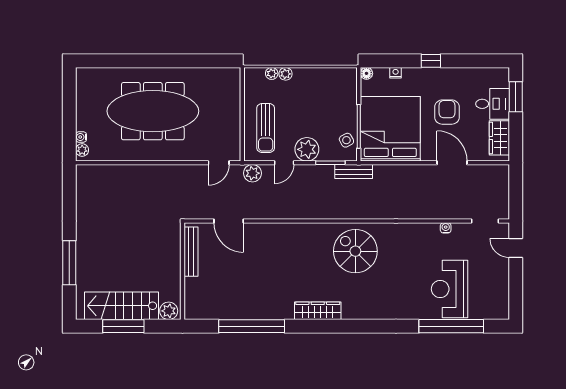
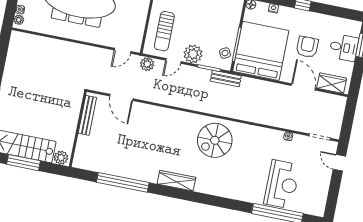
wardrobe: (499, 138) -> (332, 83), moved, turned 90
spiral stairs: (355, 251) -> (215, 140), turned -90
reception desk: (450, 289) -> (282, 184), turned 180

